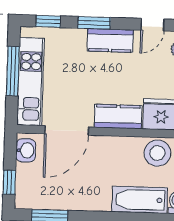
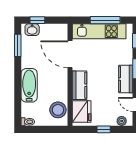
washbasin: (26, 150) -> (32, 30), moved
bathtub: (140, 200) -> (29, 85), moved

